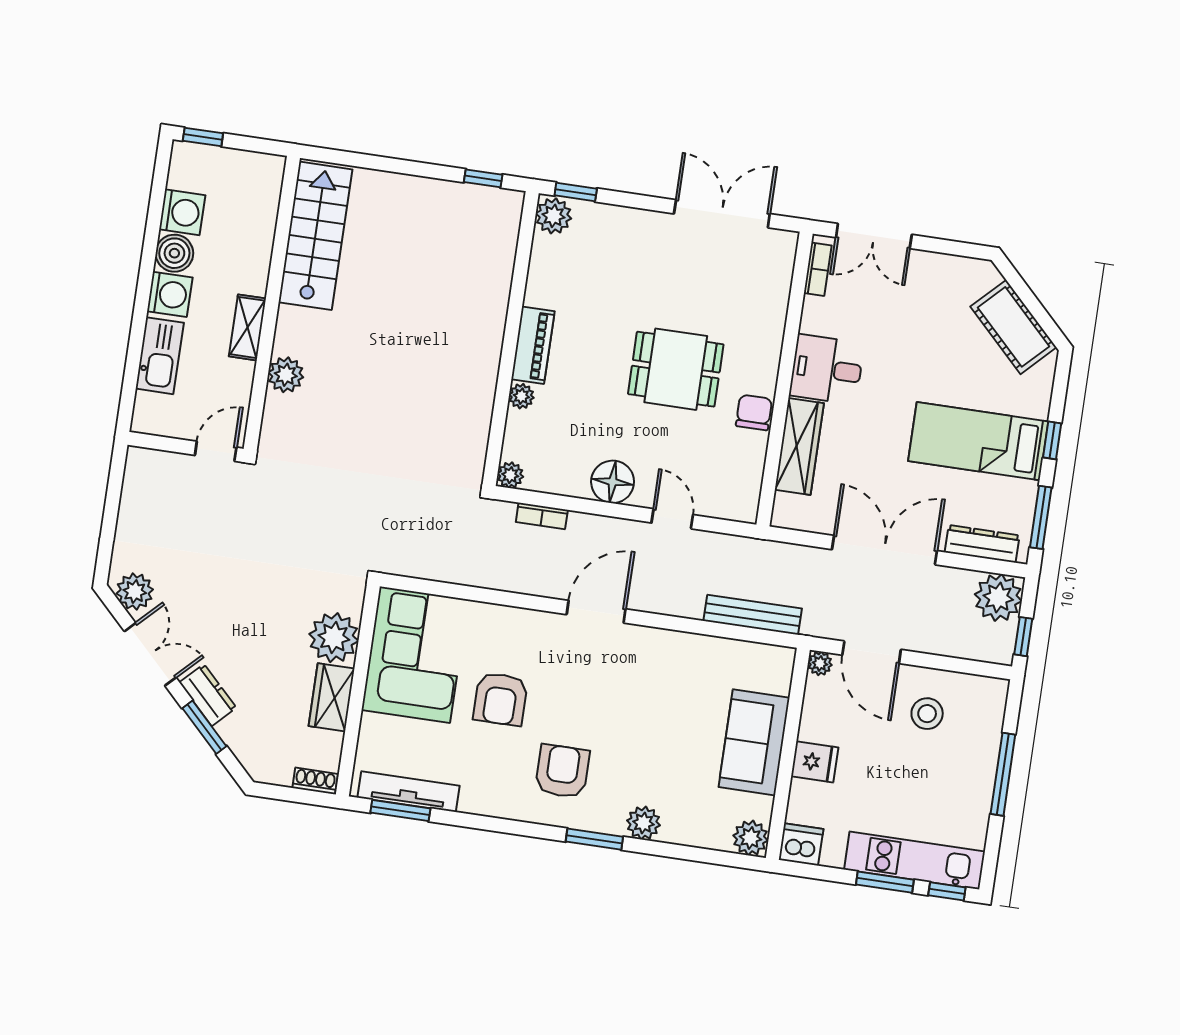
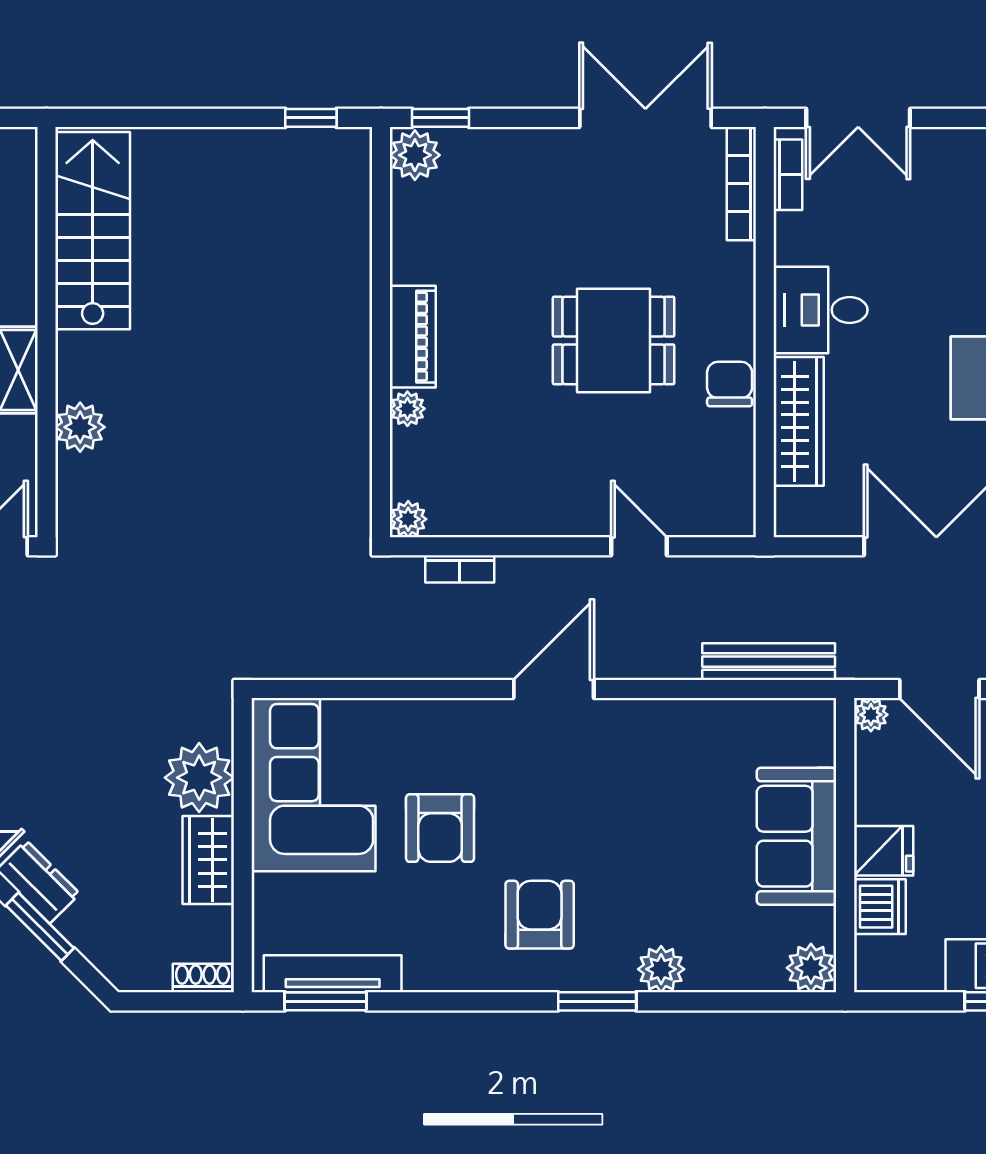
bookcase: (783, 271) -> (741, 184), added
floor lamp: (613, 482) -> (550, 508), removed
dishwasher: (801, 844) -> (880, 907), moved, turned 90

